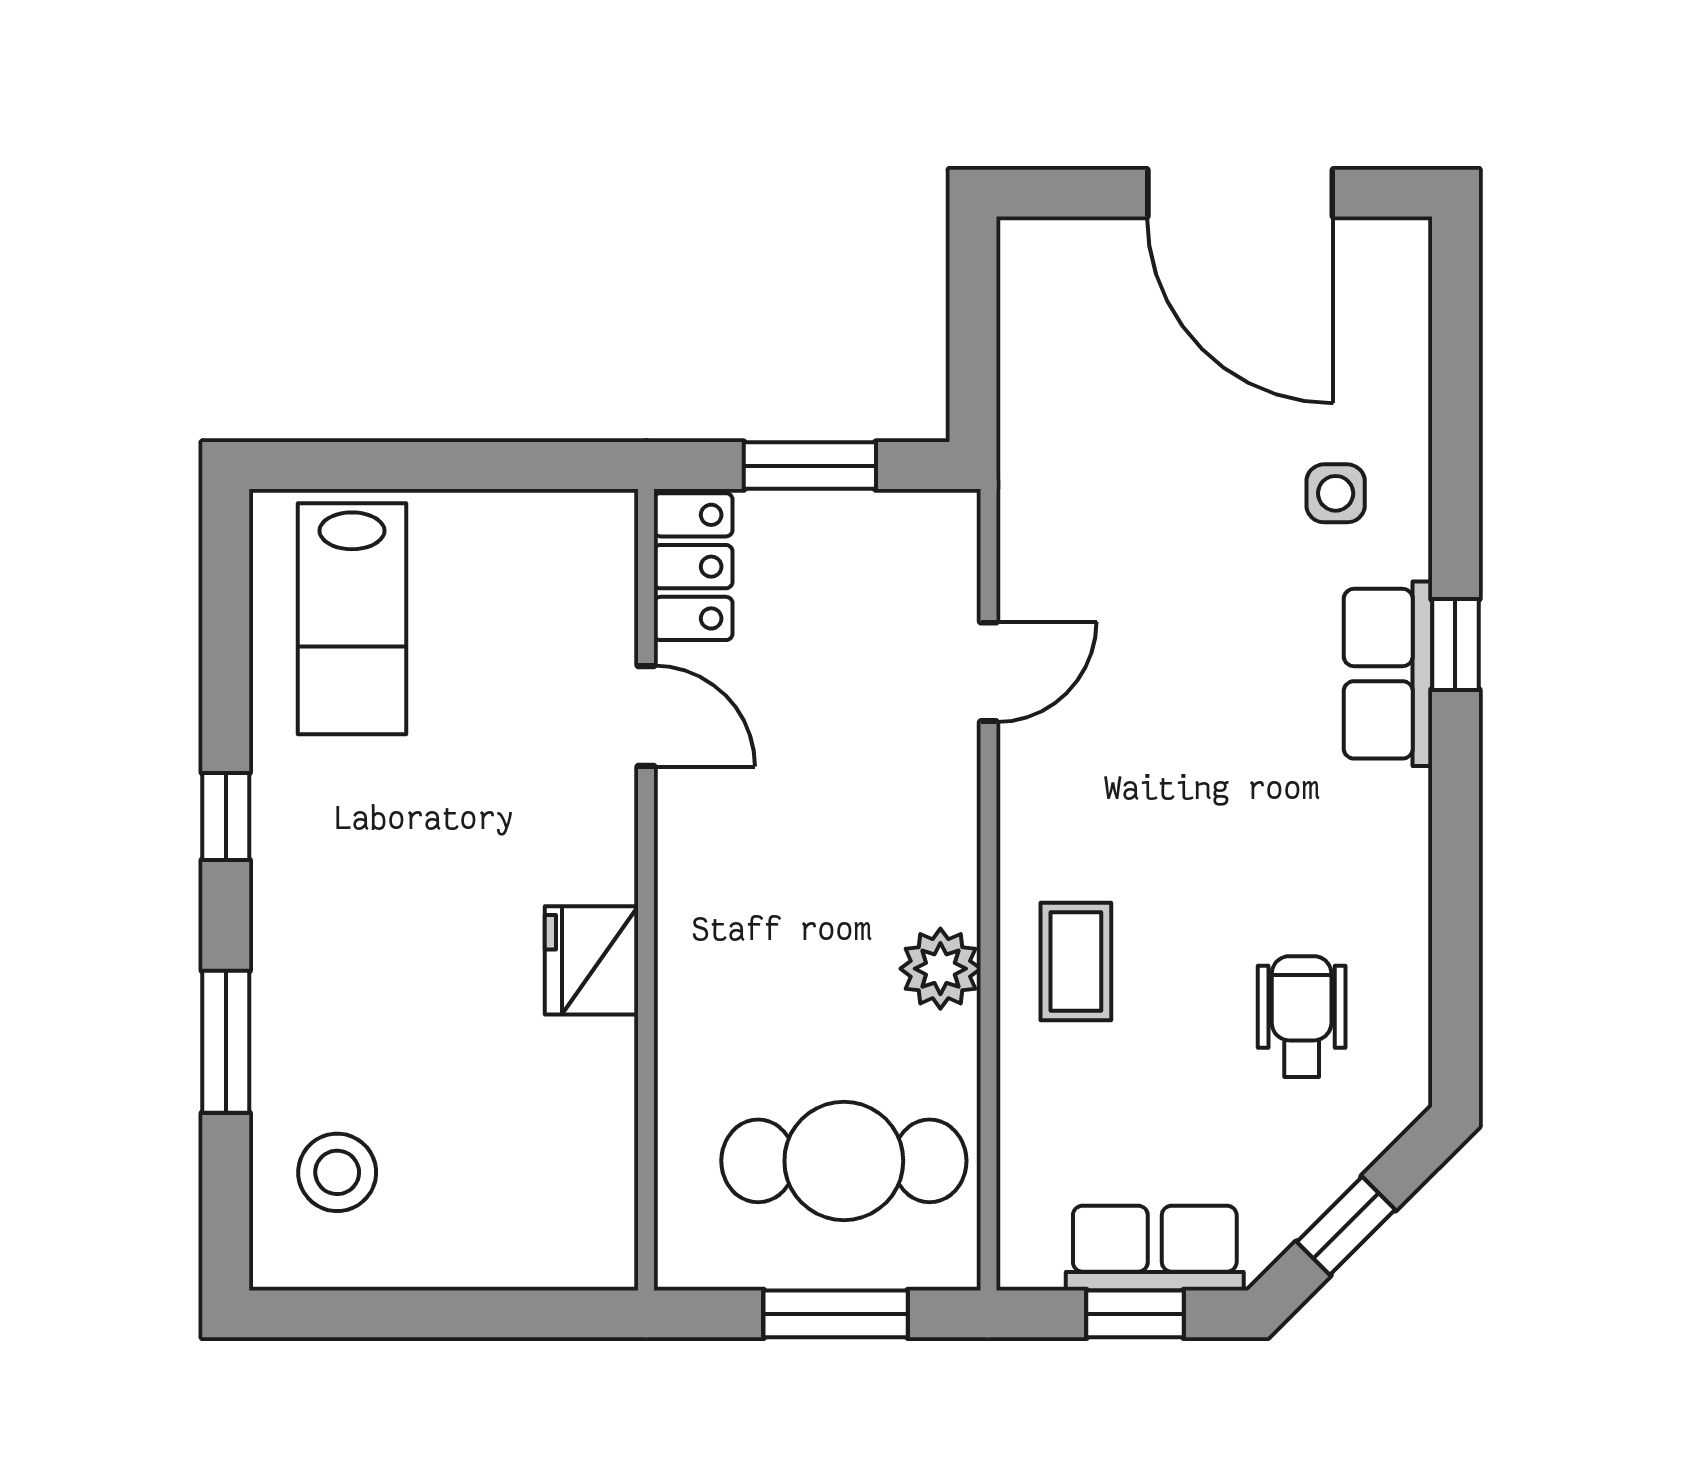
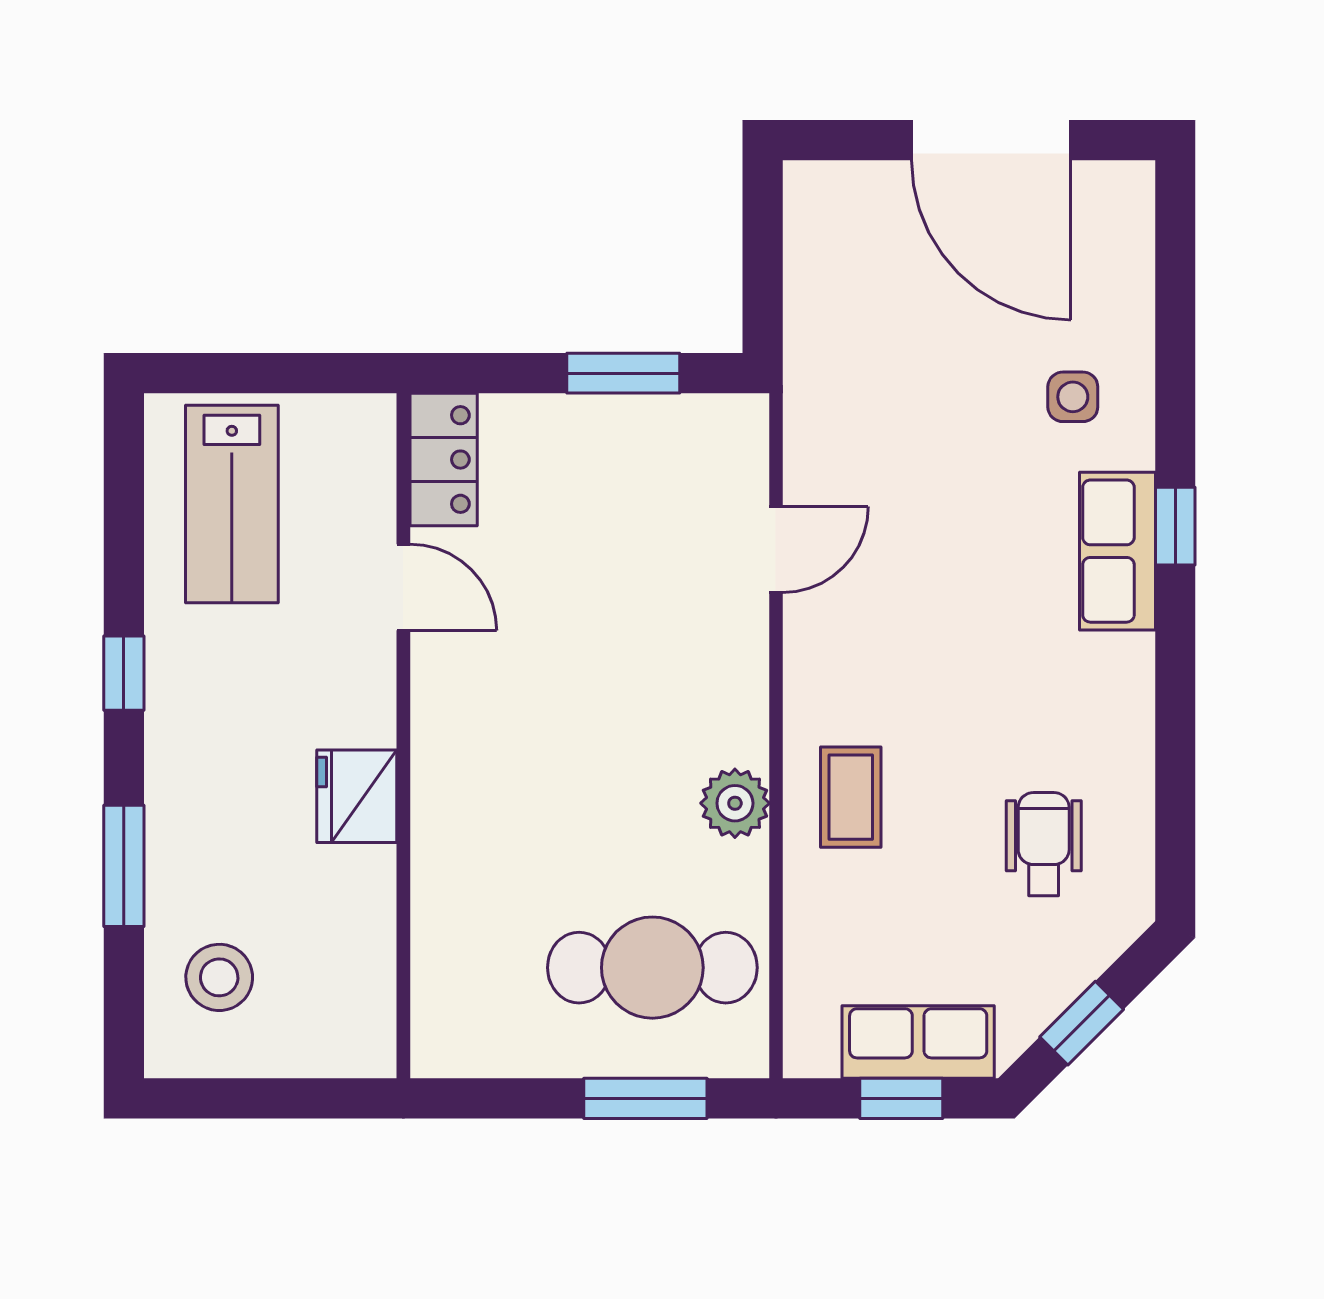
locker: (693, 567) -> (444, 460), moved
door: (646, 716) -> (403, 587), moved
wall: (646, 890) -> (403, 736), moved
fridge: (591, 960) -> (357, 796), moved

